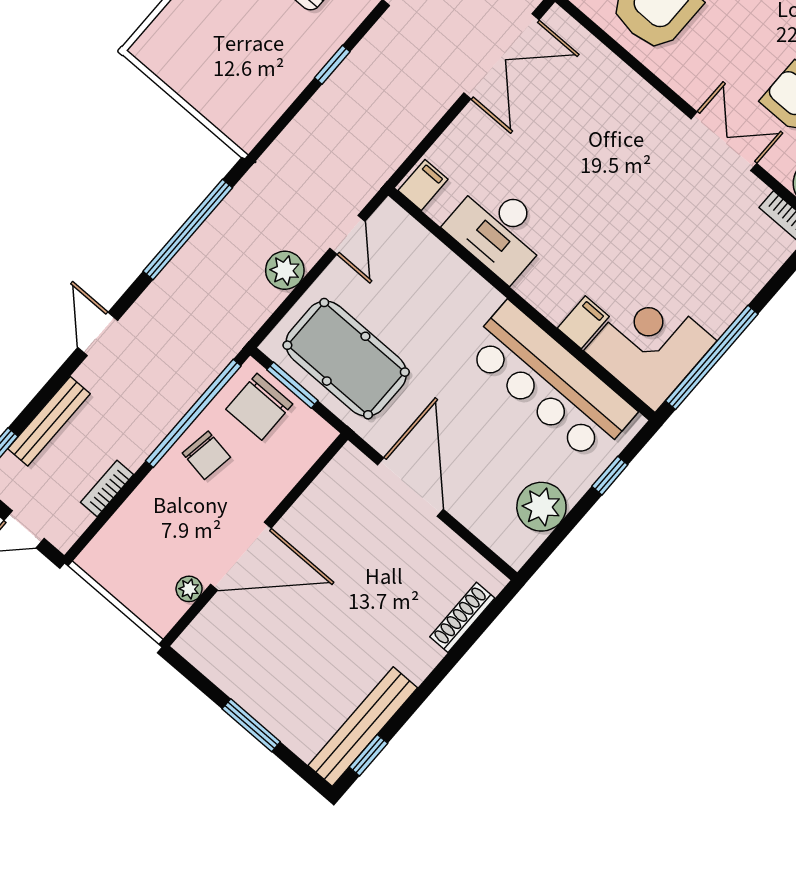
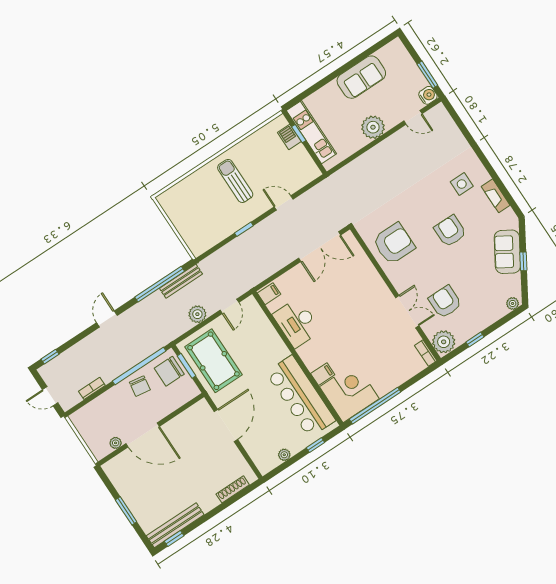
bench: (49, 421) -> (181, 281), moved
plant: (541, 507) -> (284, 455), width x0.53, depth x0.53

